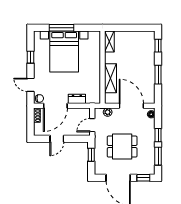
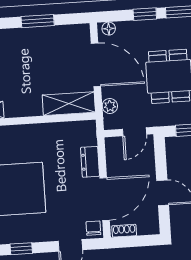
shelving: (110, 78) -> (69, 104), moved
door: (55, 106) -> (105, 199), hinge flipped
door: (131, 106) -> (96, 65), swing flipped
door: (92, 125) -> (135, 132), hinge flipped

